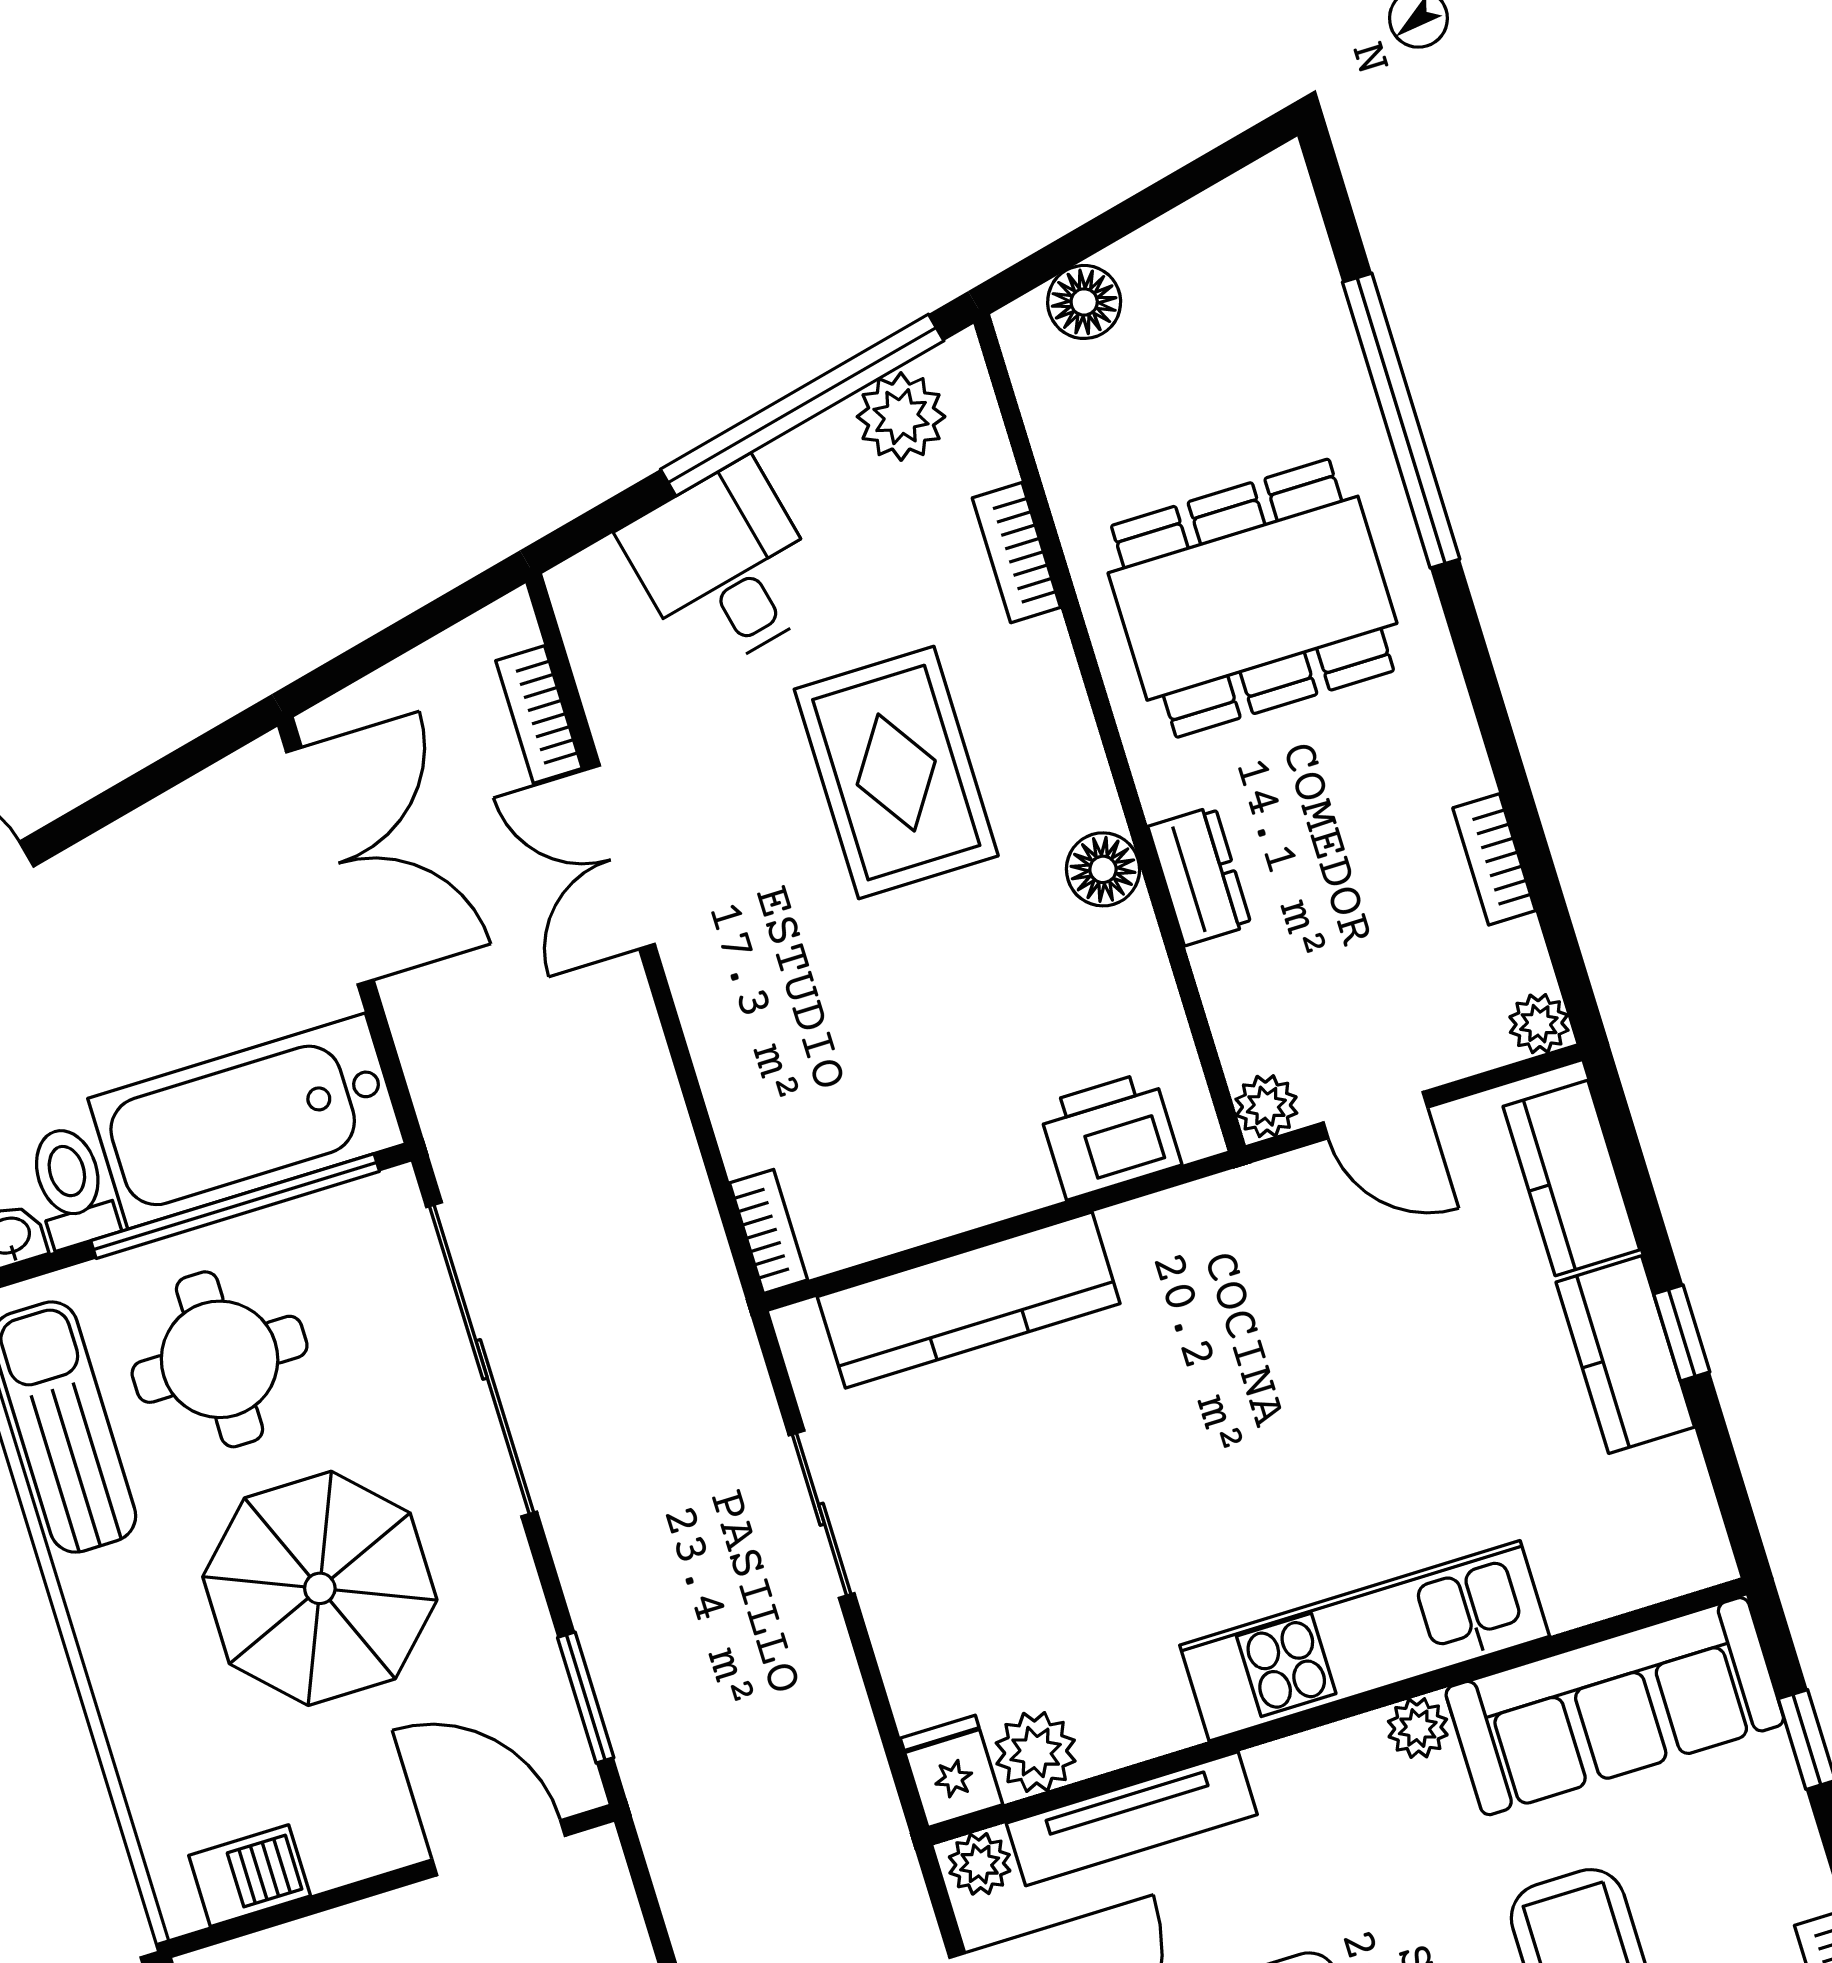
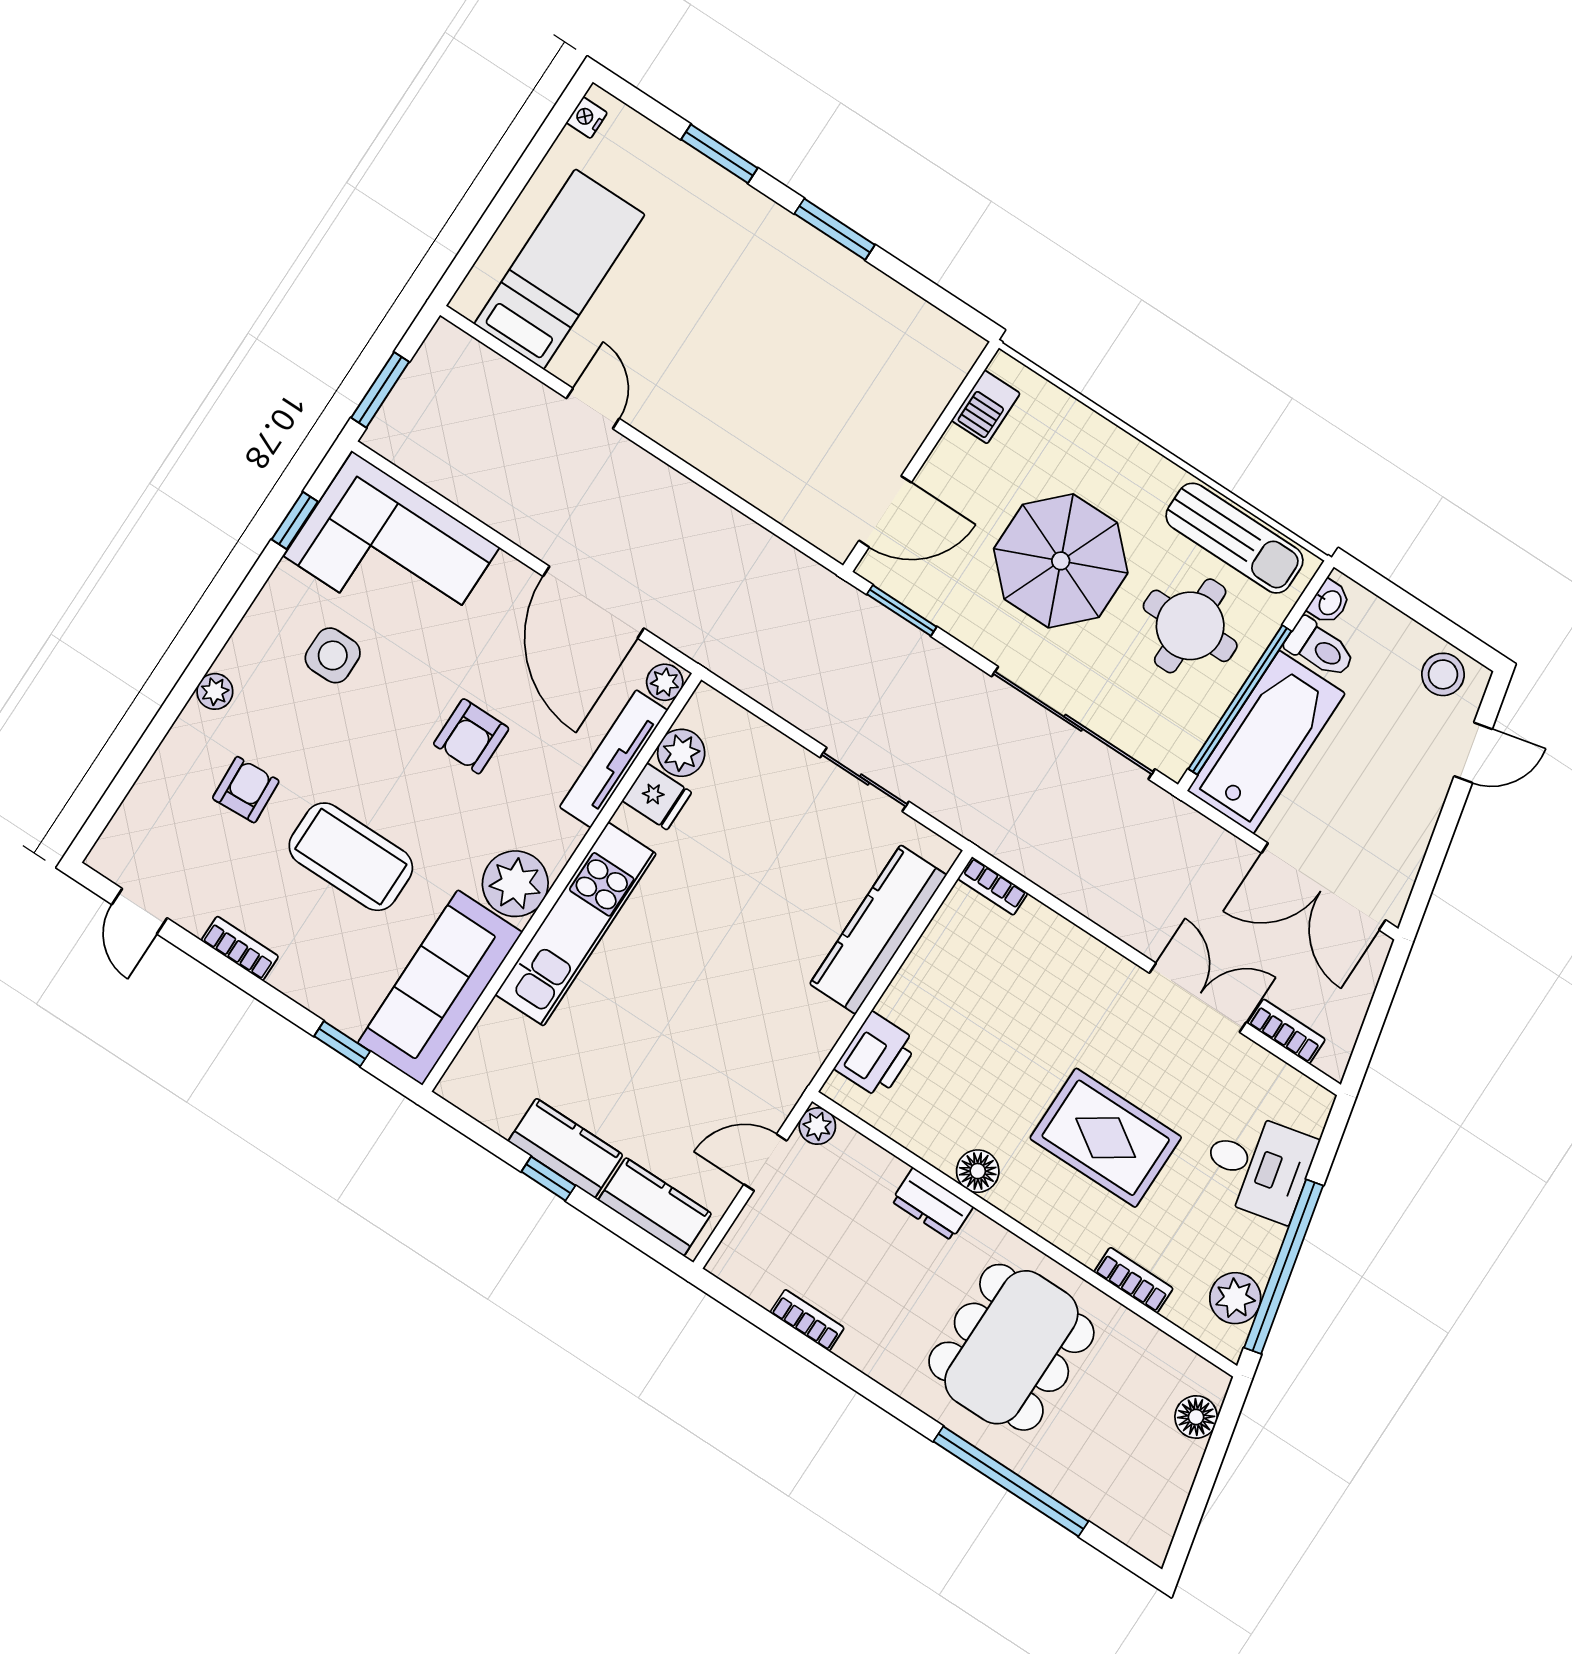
plant: (1539, 1024) -> (726, 1264), removed
plant: (1418, 1728) -> (515, 884), width x1.88, depth x1.88
fridge: (952, 1771) -> (657, 796), moved

